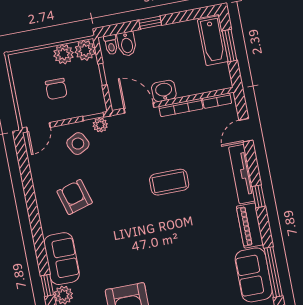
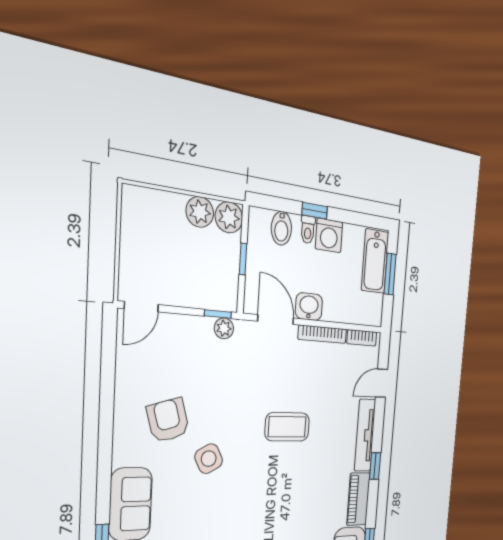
washing machine: (167, 36) -> (329, 235), added
toilet: (111, 45) -> (308, 230), moved
chair: (56, 89) -> (179, 259), removed
side table: (78, 144) -> (209, 459), moved

